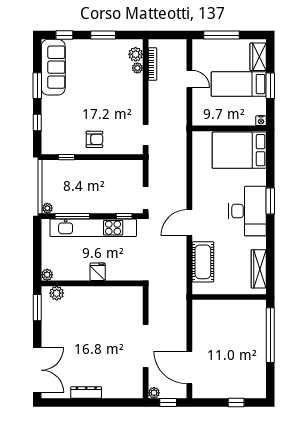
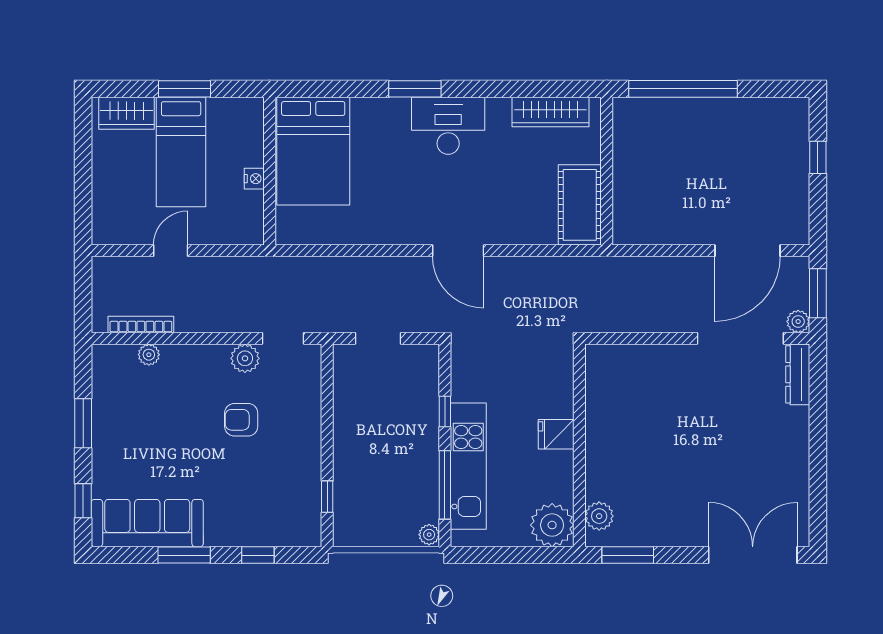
window: (222, 35) -> (83, 186), removed
plant: (136, 54) -> (245, 358), moved
nightstand: (261, 121) -> (254, 179), moved
armchair: (95, 139) -> (241, 420), moved, turned -90
doorway: (146, 198) -> (378, 338), moved
desk: (248, 211) -> (448, 126), width x0.73, depth x0.77
window: (124, 216) -> (445, 412), moved
kitchen unit: (93, 228) -> (468, 466), width x0.73
cot: (203, 262) -> (580, 205), moved, turned 90
plant: (47, 275) -> (552, 525), width x1.88, depth x1.88
doorway: (146, 346) -> (740, 338), moved
dresser: (86, 393) -> (798, 374), moved
window: (168, 403) -> (818, 293), width x1.50

